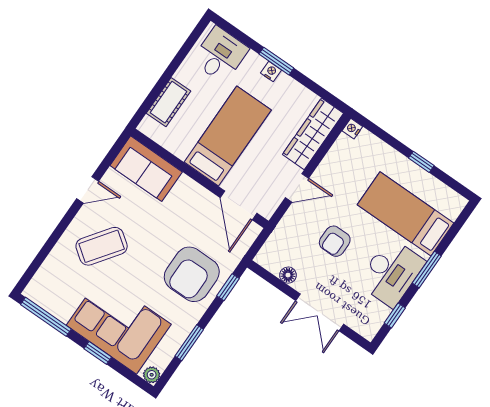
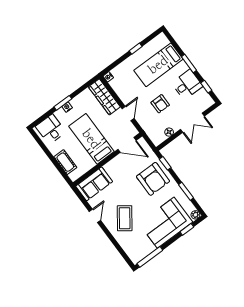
desk: (391, 272) -> (187, 85), width x0.73
window: (98, 353) -> (187, 229), moved

